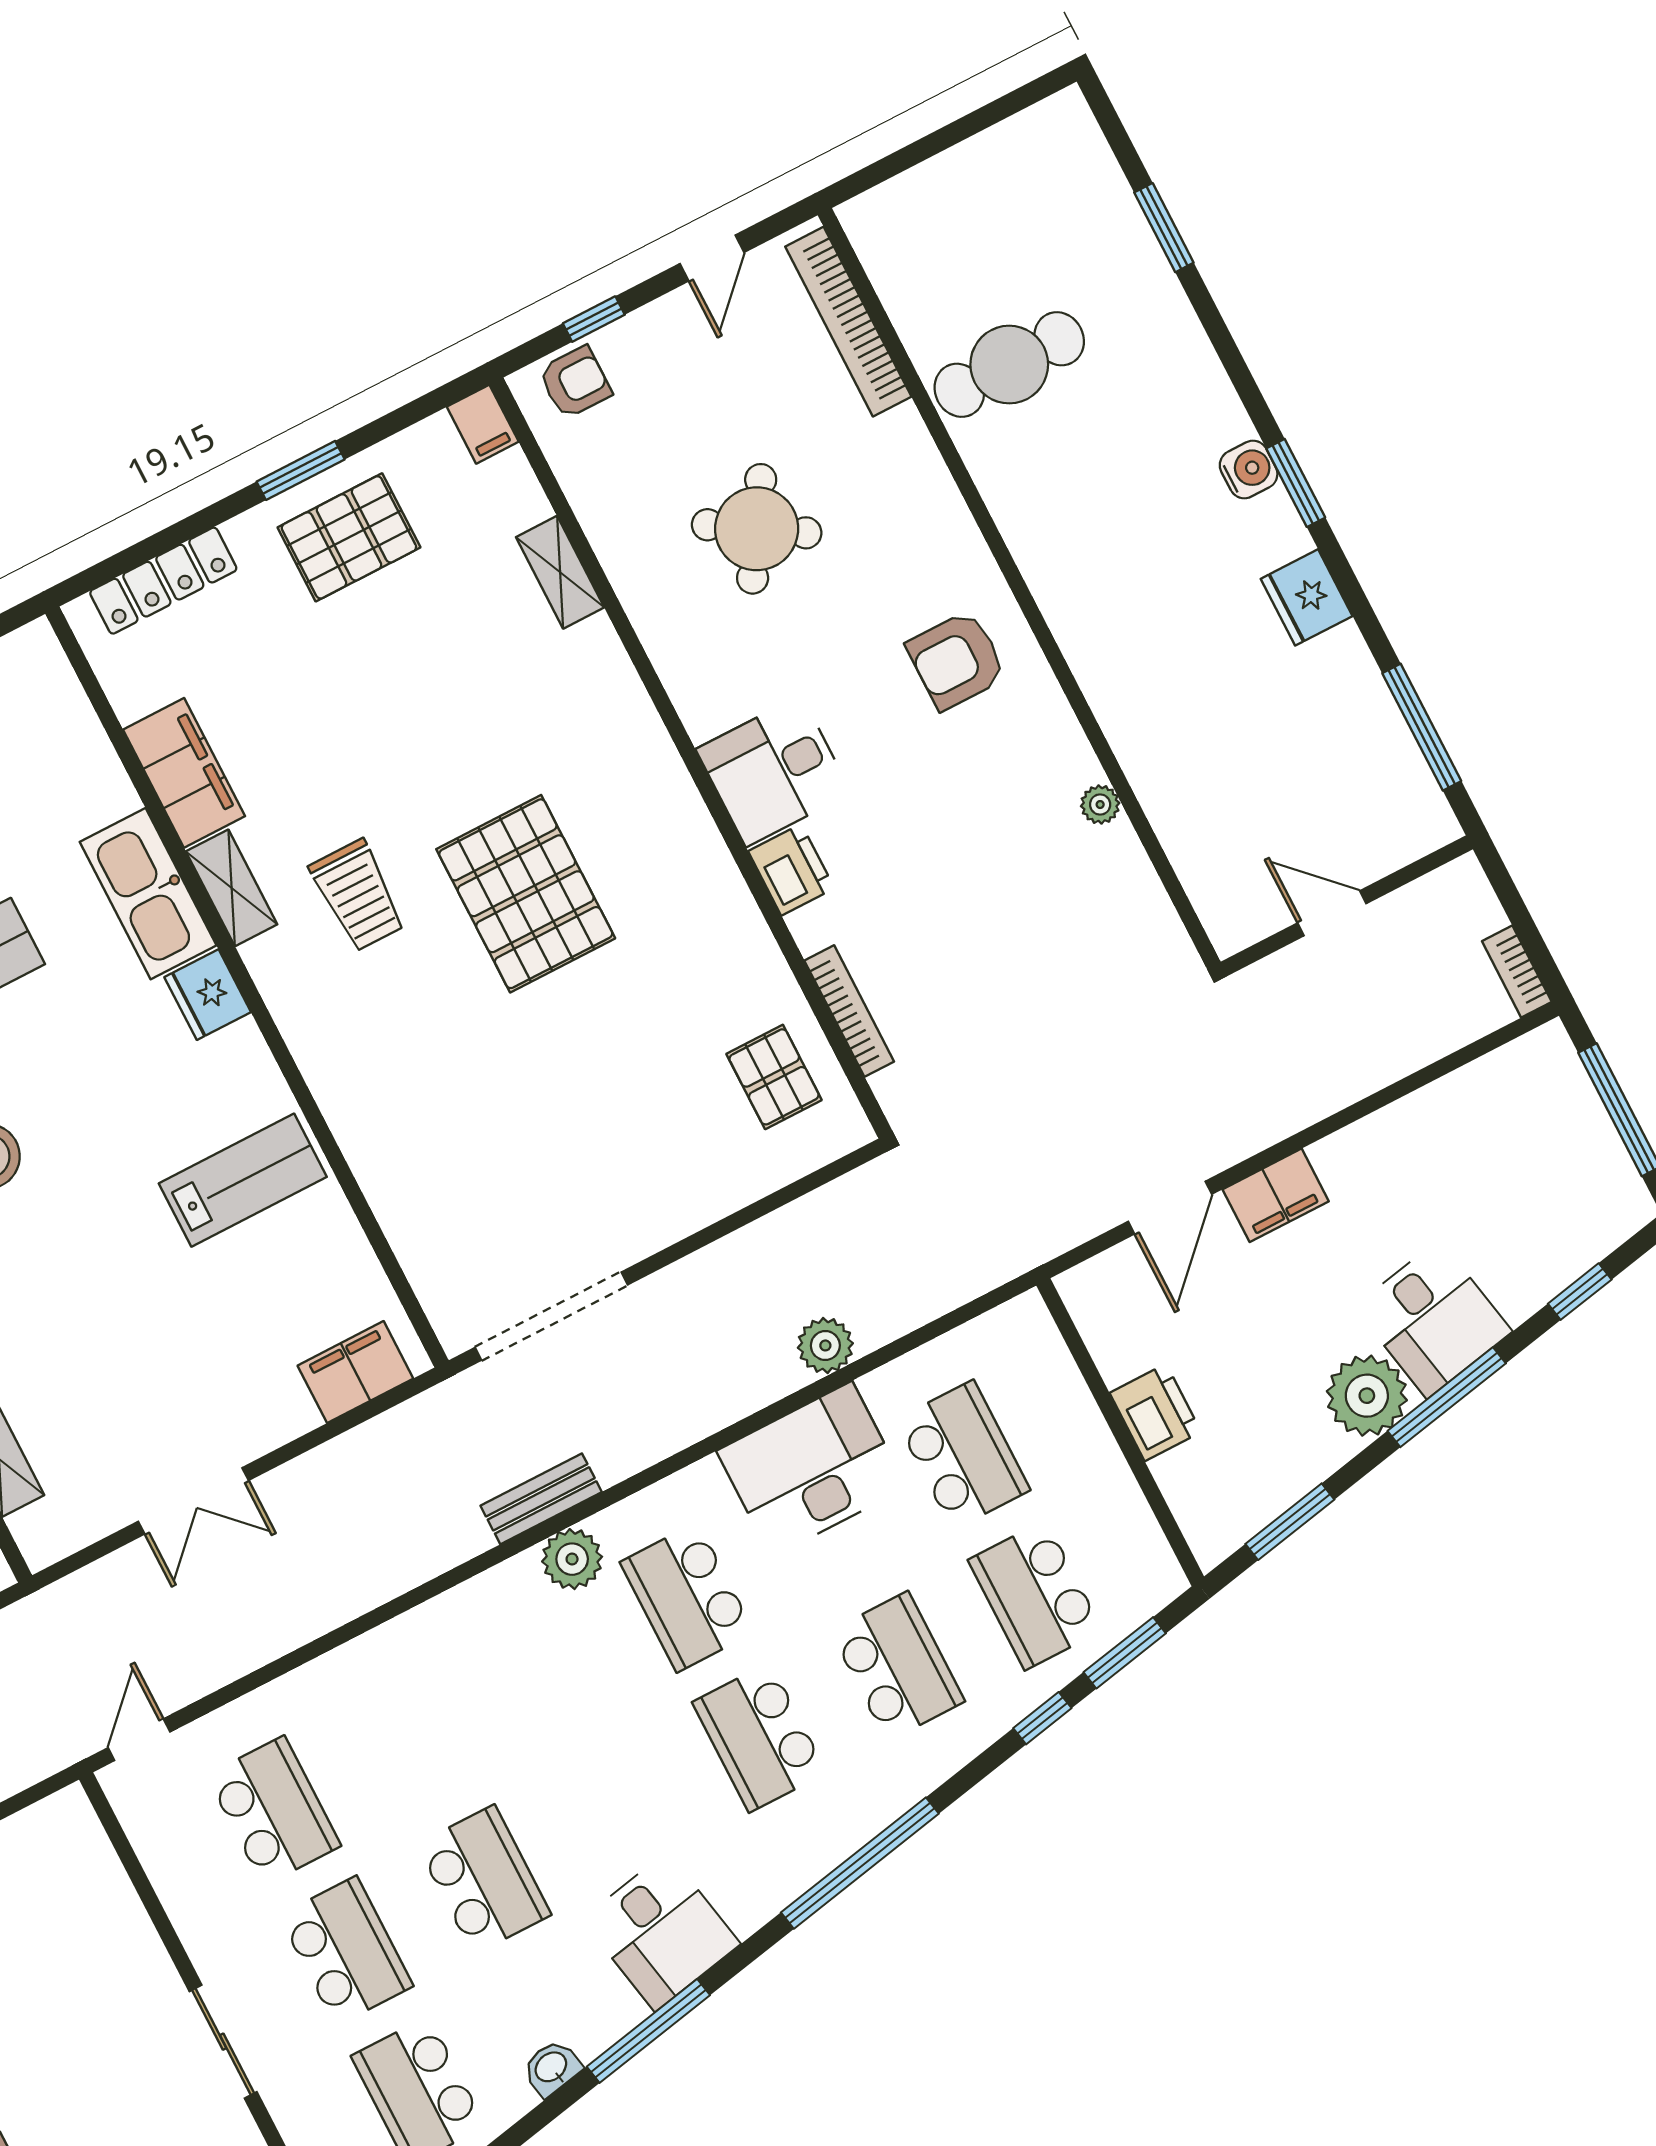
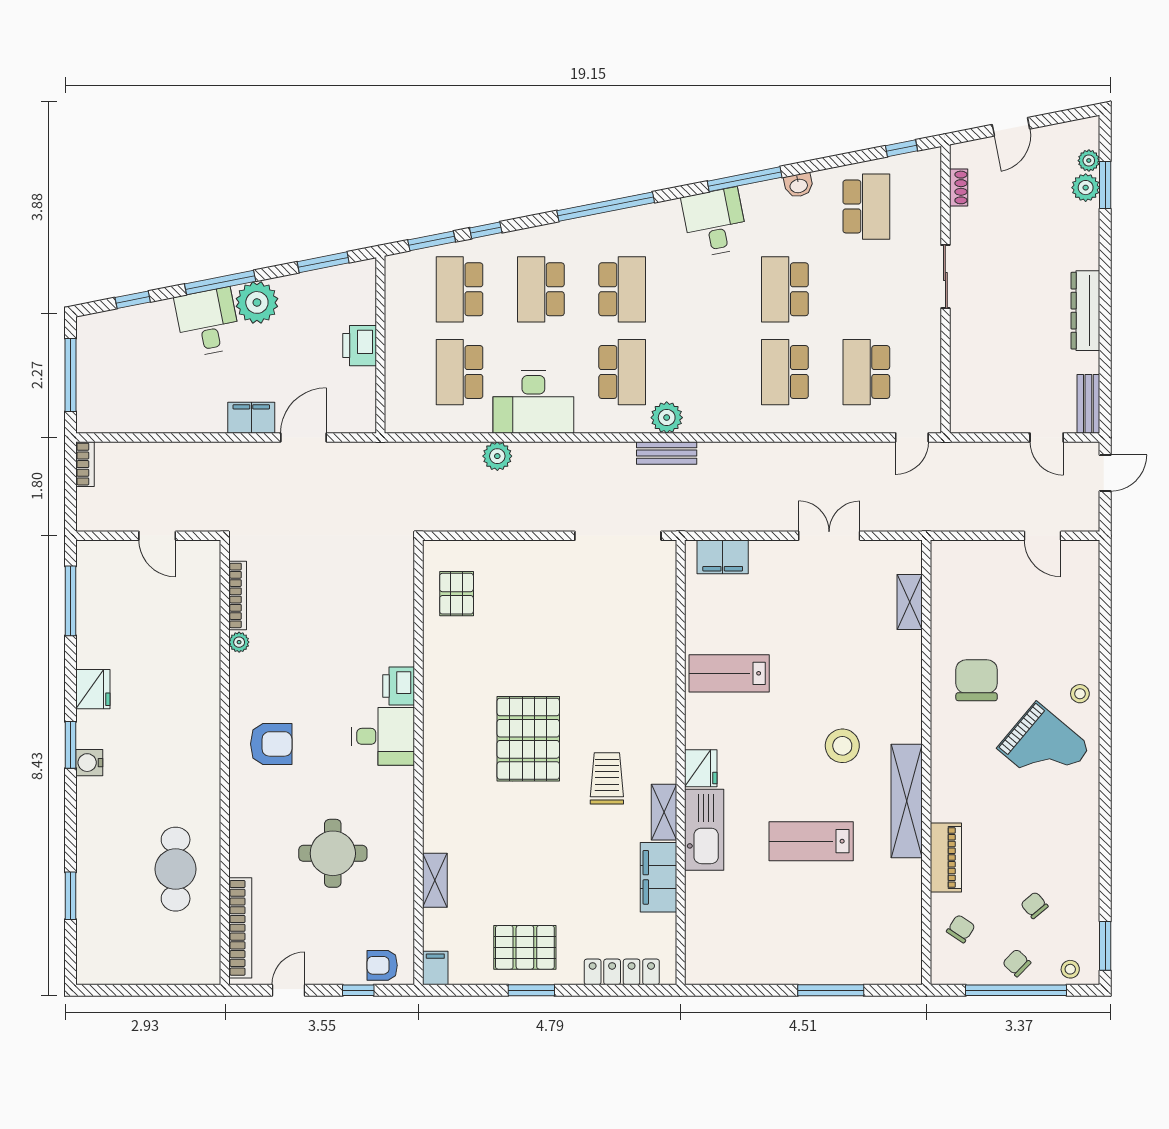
cafe table: (1009, 365) -> (176, 869), turned 90
round table: (757, 529) -> (333, 853), turned -32
bookcase: (849, 1011) -> (238, 595), moved, turned 180
school desk: (1035, 1595) -> (459, 289), turned 180
school desk: (346, 1951) -> (785, 372), moved

